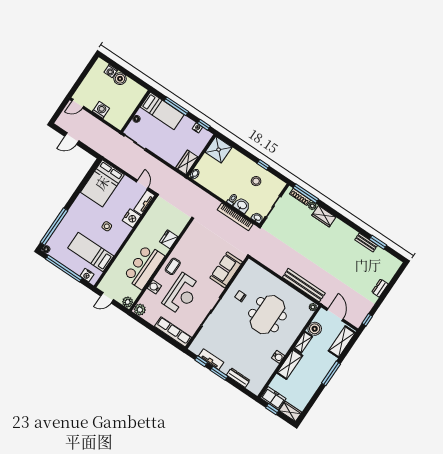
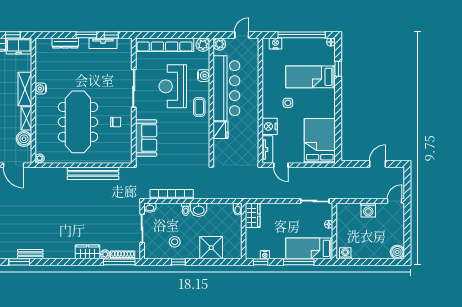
washing machine: (111, 71) -> (345, 253), moved
boiler: (120, 79) -> (397, 252), moved
shower: (219, 150) -> (211, 248), moved
washbasin: (242, 205) -> (199, 210), moved
window: (54, 226) -> (338, 69), width x0.32
bed: (91, 252) -> (310, 77), moved, turned 180
bar counter: (144, 267) -> (226, 88), width x1.36
bench: (304, 285) -> (93, 173), moved
meeting table: (267, 315) -> (78, 122), width x1.36
row of seats: (173, 332) -> (165, 45), width x1.36

